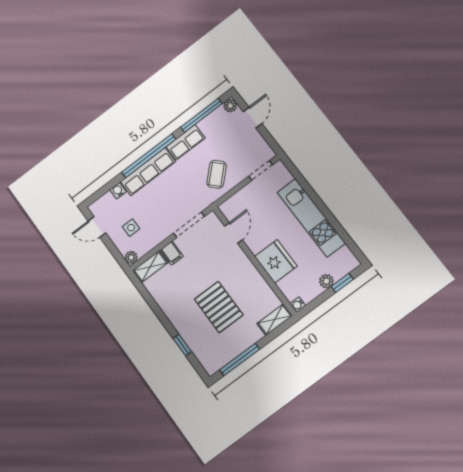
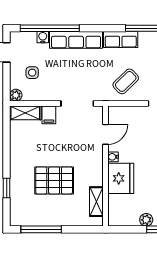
window: (149, 156) -> (50, 28), moved
water cooler: (298, 305) -> (113, 157), moved
pallet: (219, 307) -> (54, 180), turned 90
shelving: (275, 319) -> (96, 202), moved, turned 90

